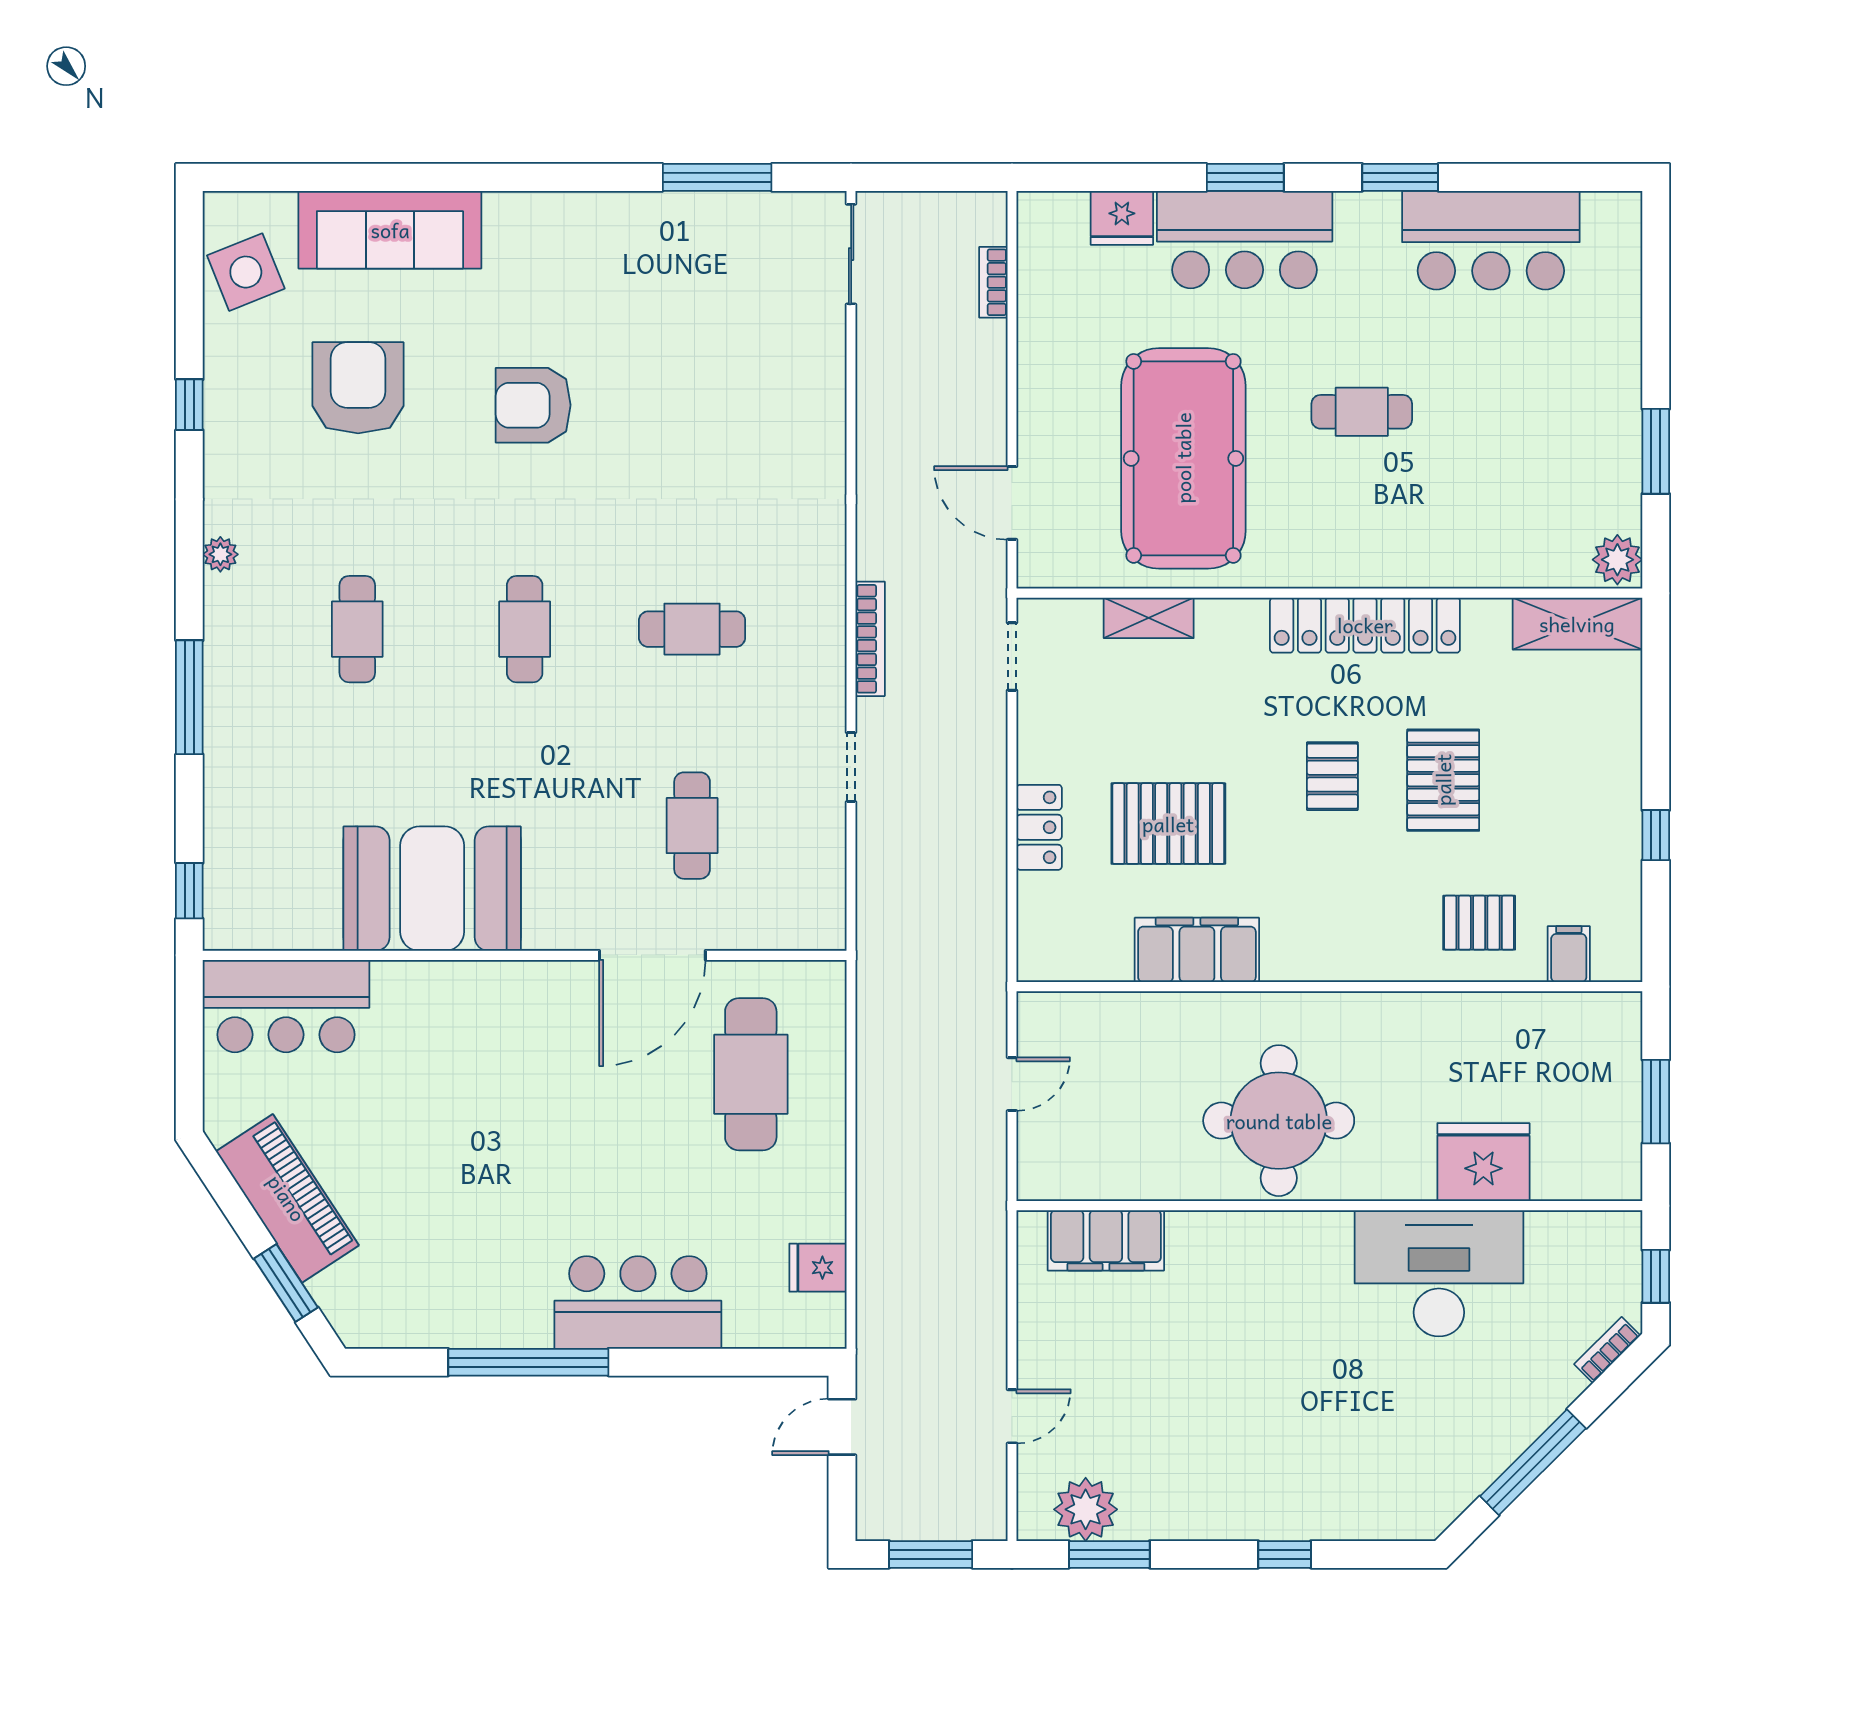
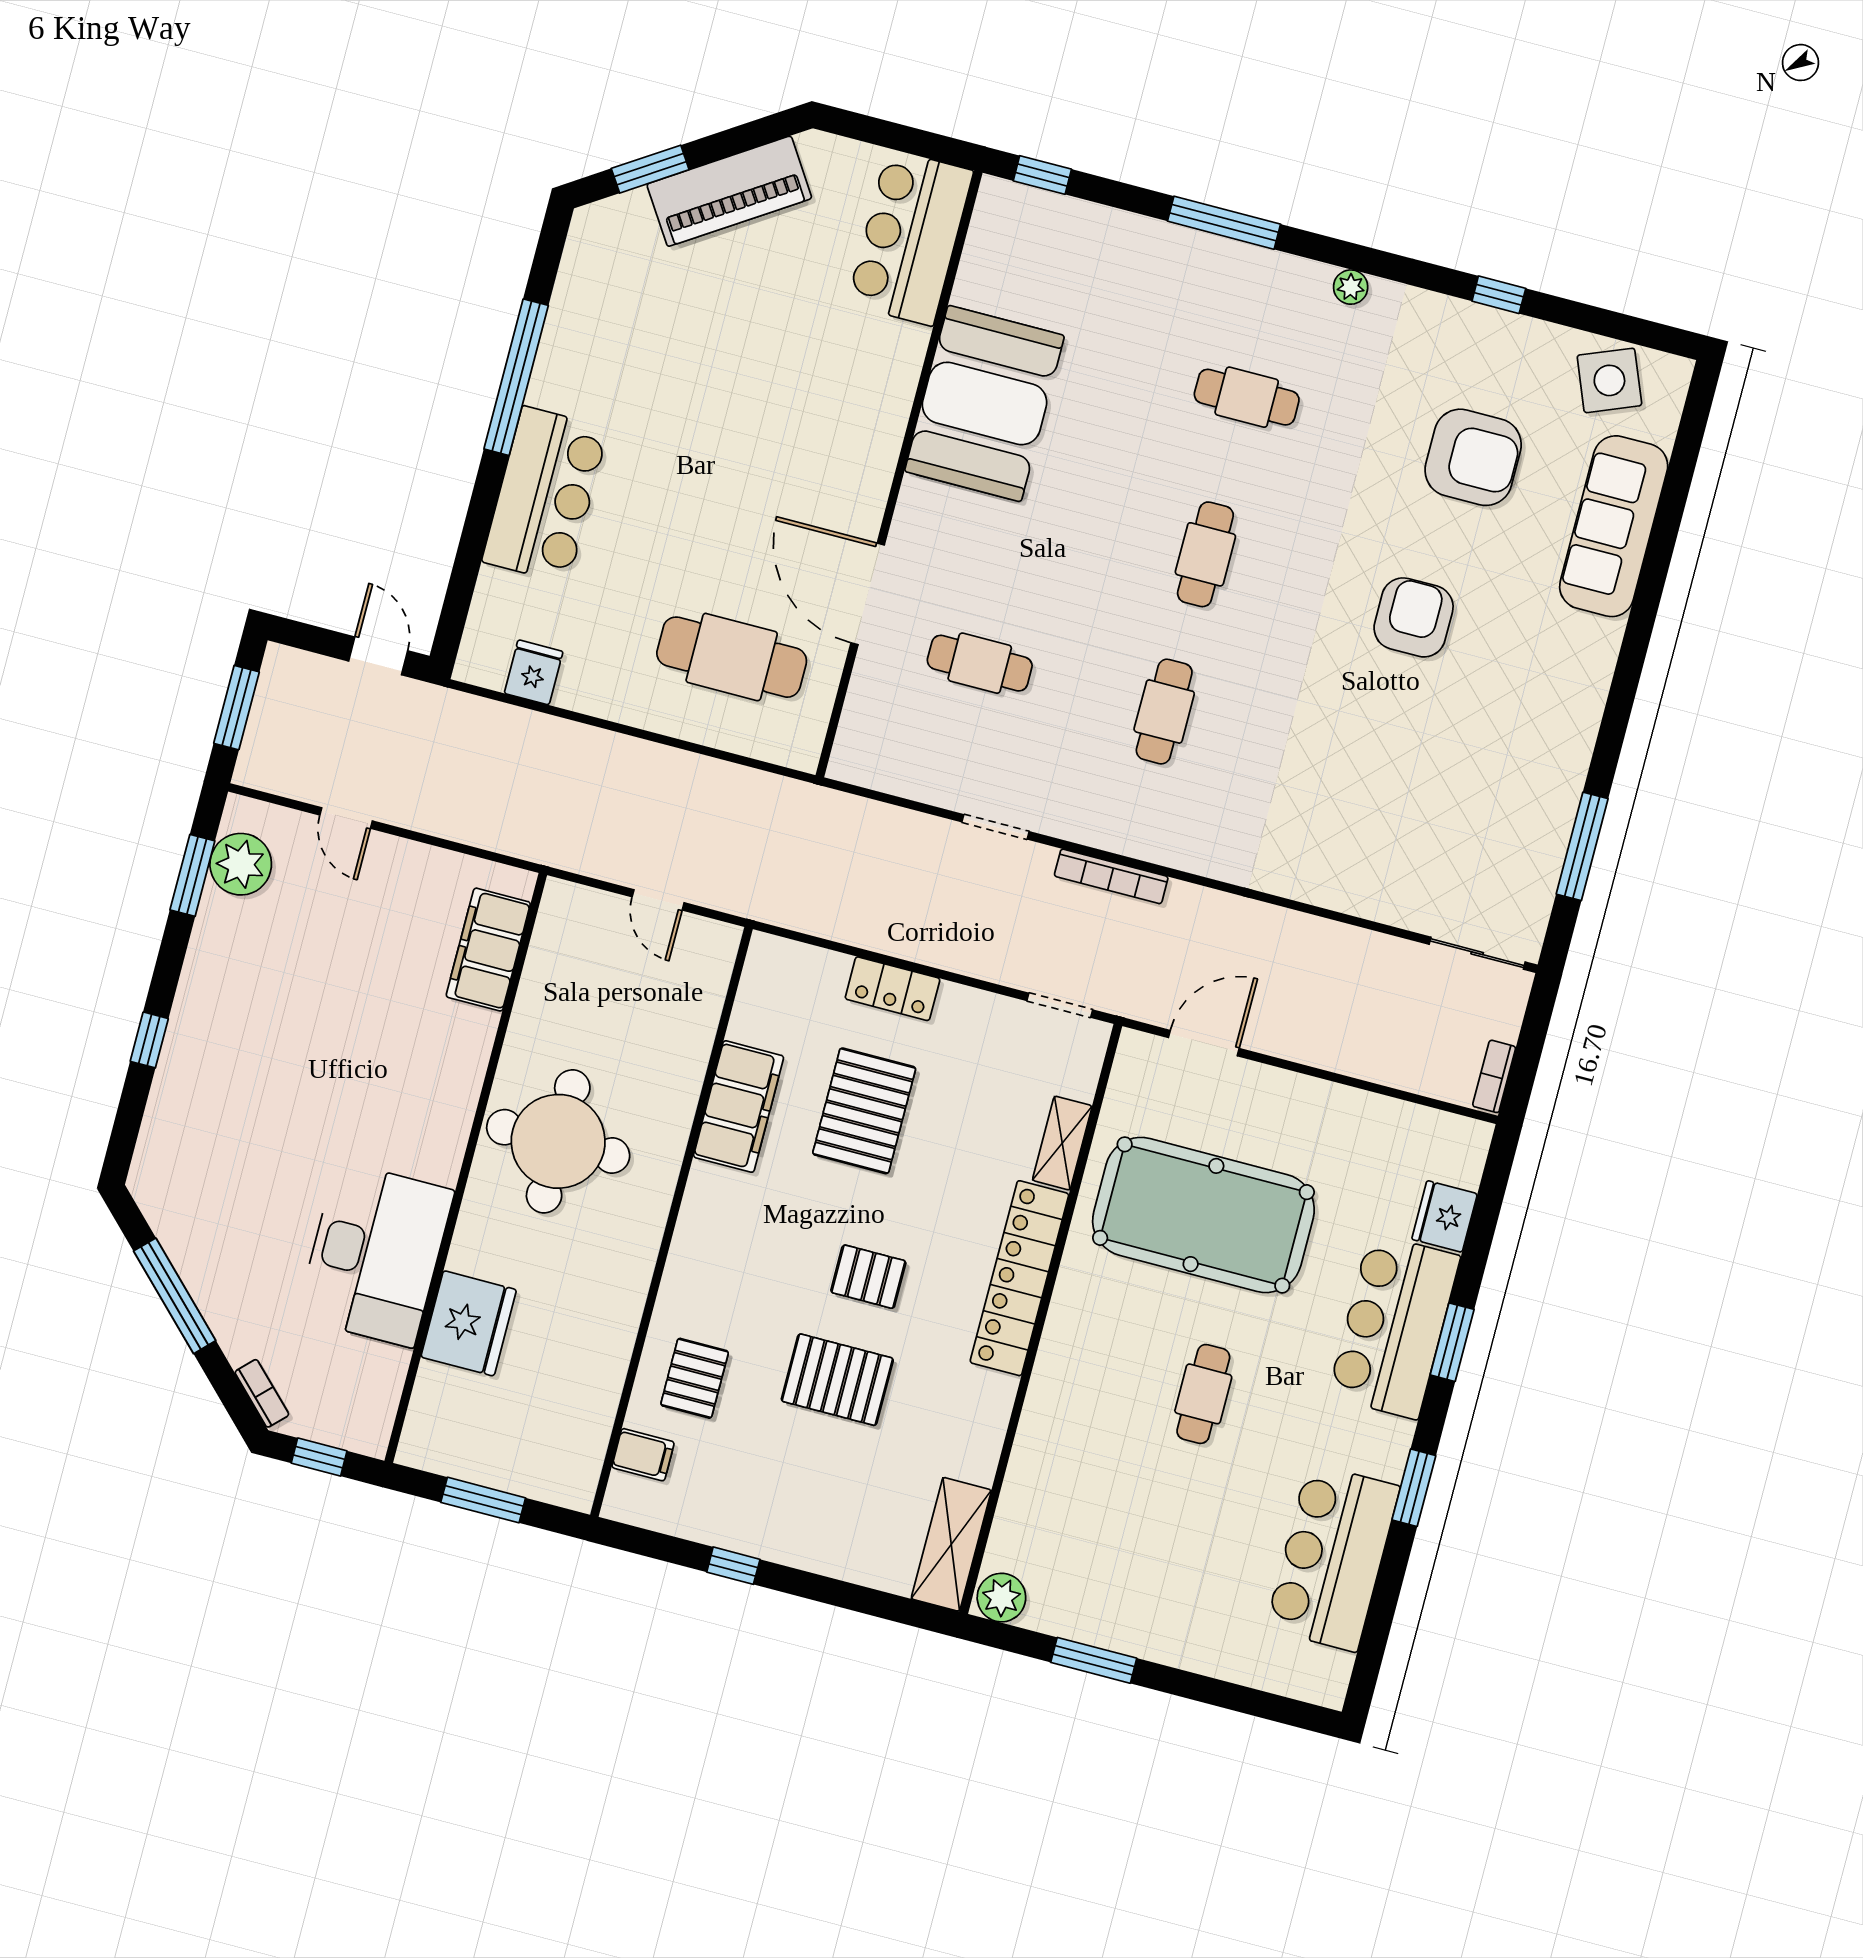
bookcase: (993, 282) -> (1494, 1076), moved, turned -90
locker: (1365, 625) -> (1019, 1278), moved
cafe table: (525, 629) -> (1205, 554), turned 90

